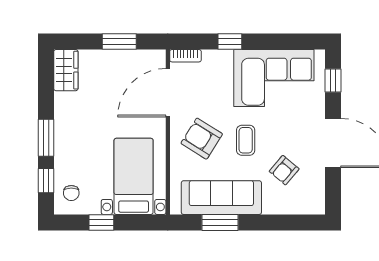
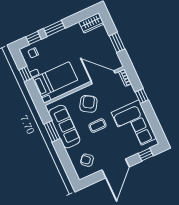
armchair: (284, 170) -> (87, 160), moved

